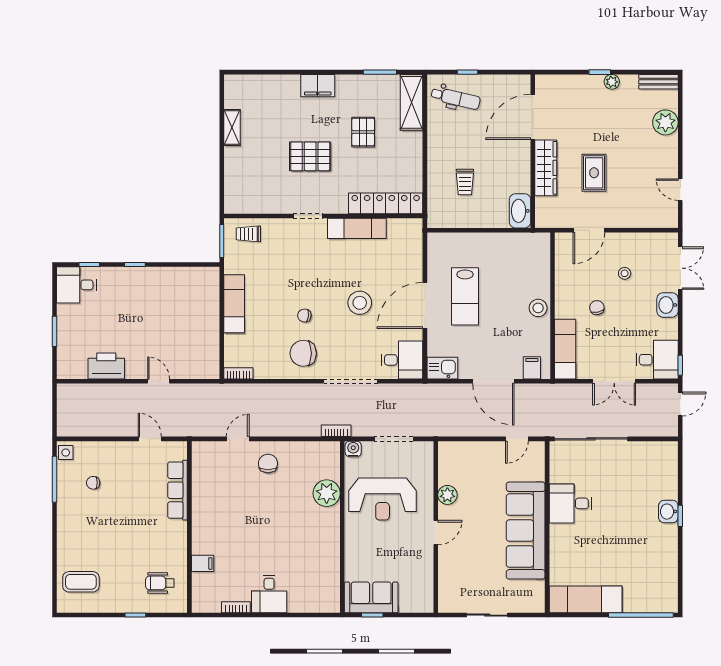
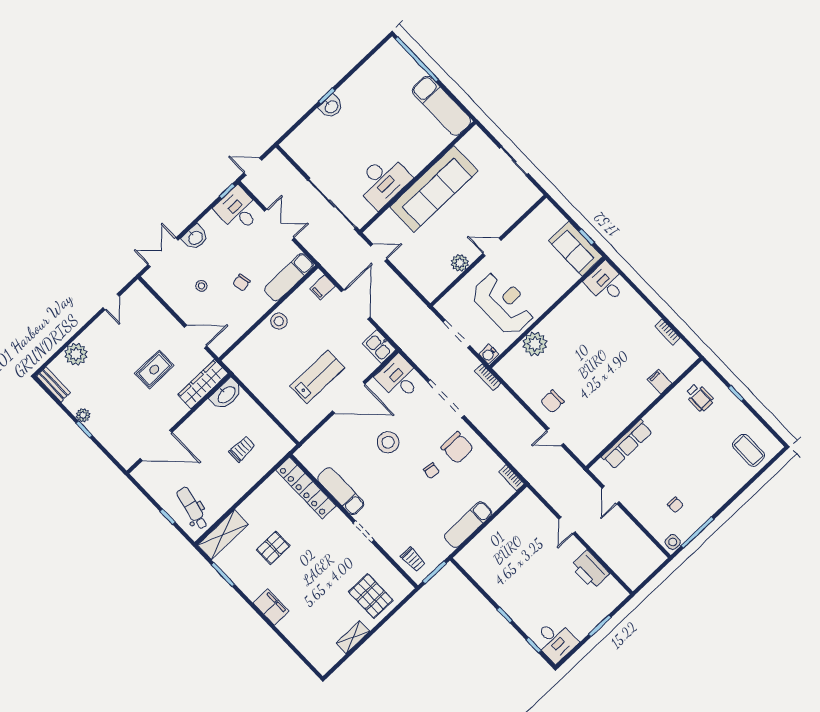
pallet: (310, 156) -> (371, 596), moved
wardrobe: (546, 168) -> (203, 384), moved
desk: (570, 503) -> (383, 181), width x1.37
desk: (269, 594) -> (606, 283), moved, turned -90

